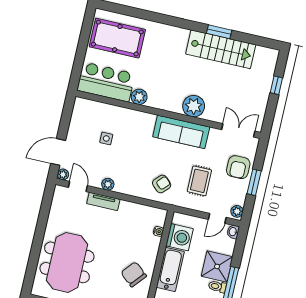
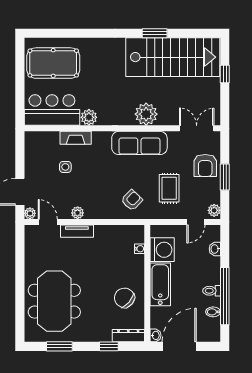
stairs: (221, 49) -> (173, 57), width x1.36, depth x1.51
fireplace: (122, 113) -> (76, 138), added
washbasin: (233, 232) -> (215, 249), moved
shower: (217, 266) -> (207, 271), removed

